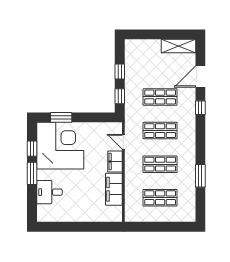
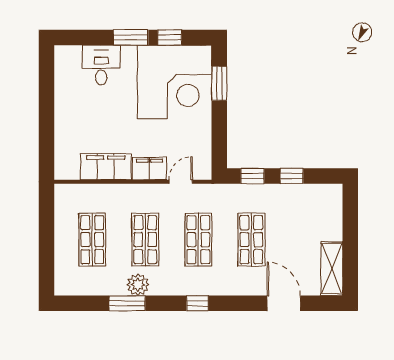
window: (200, 108) -> (197, 303), moved
plant: (189, 169) -> (138, 285), added

